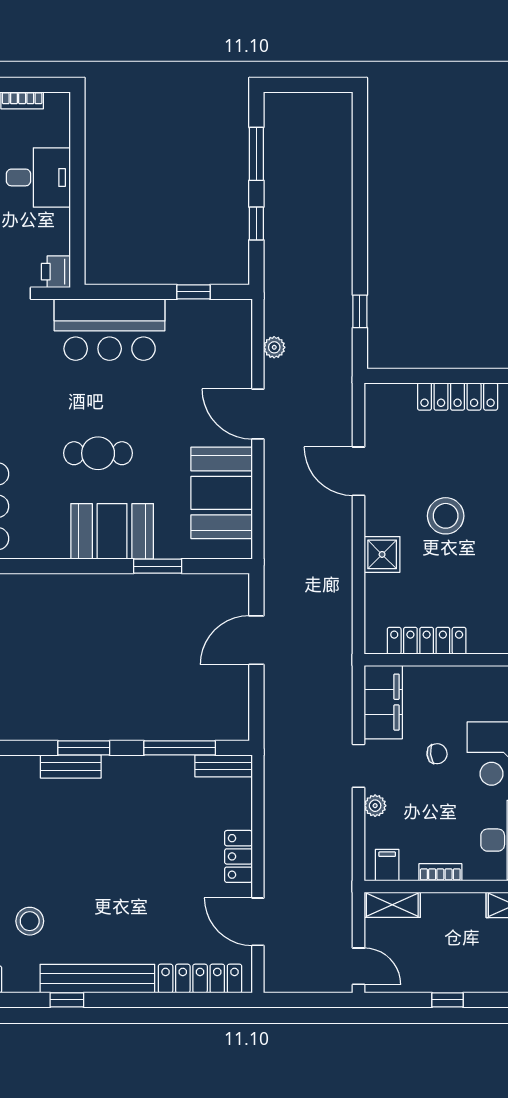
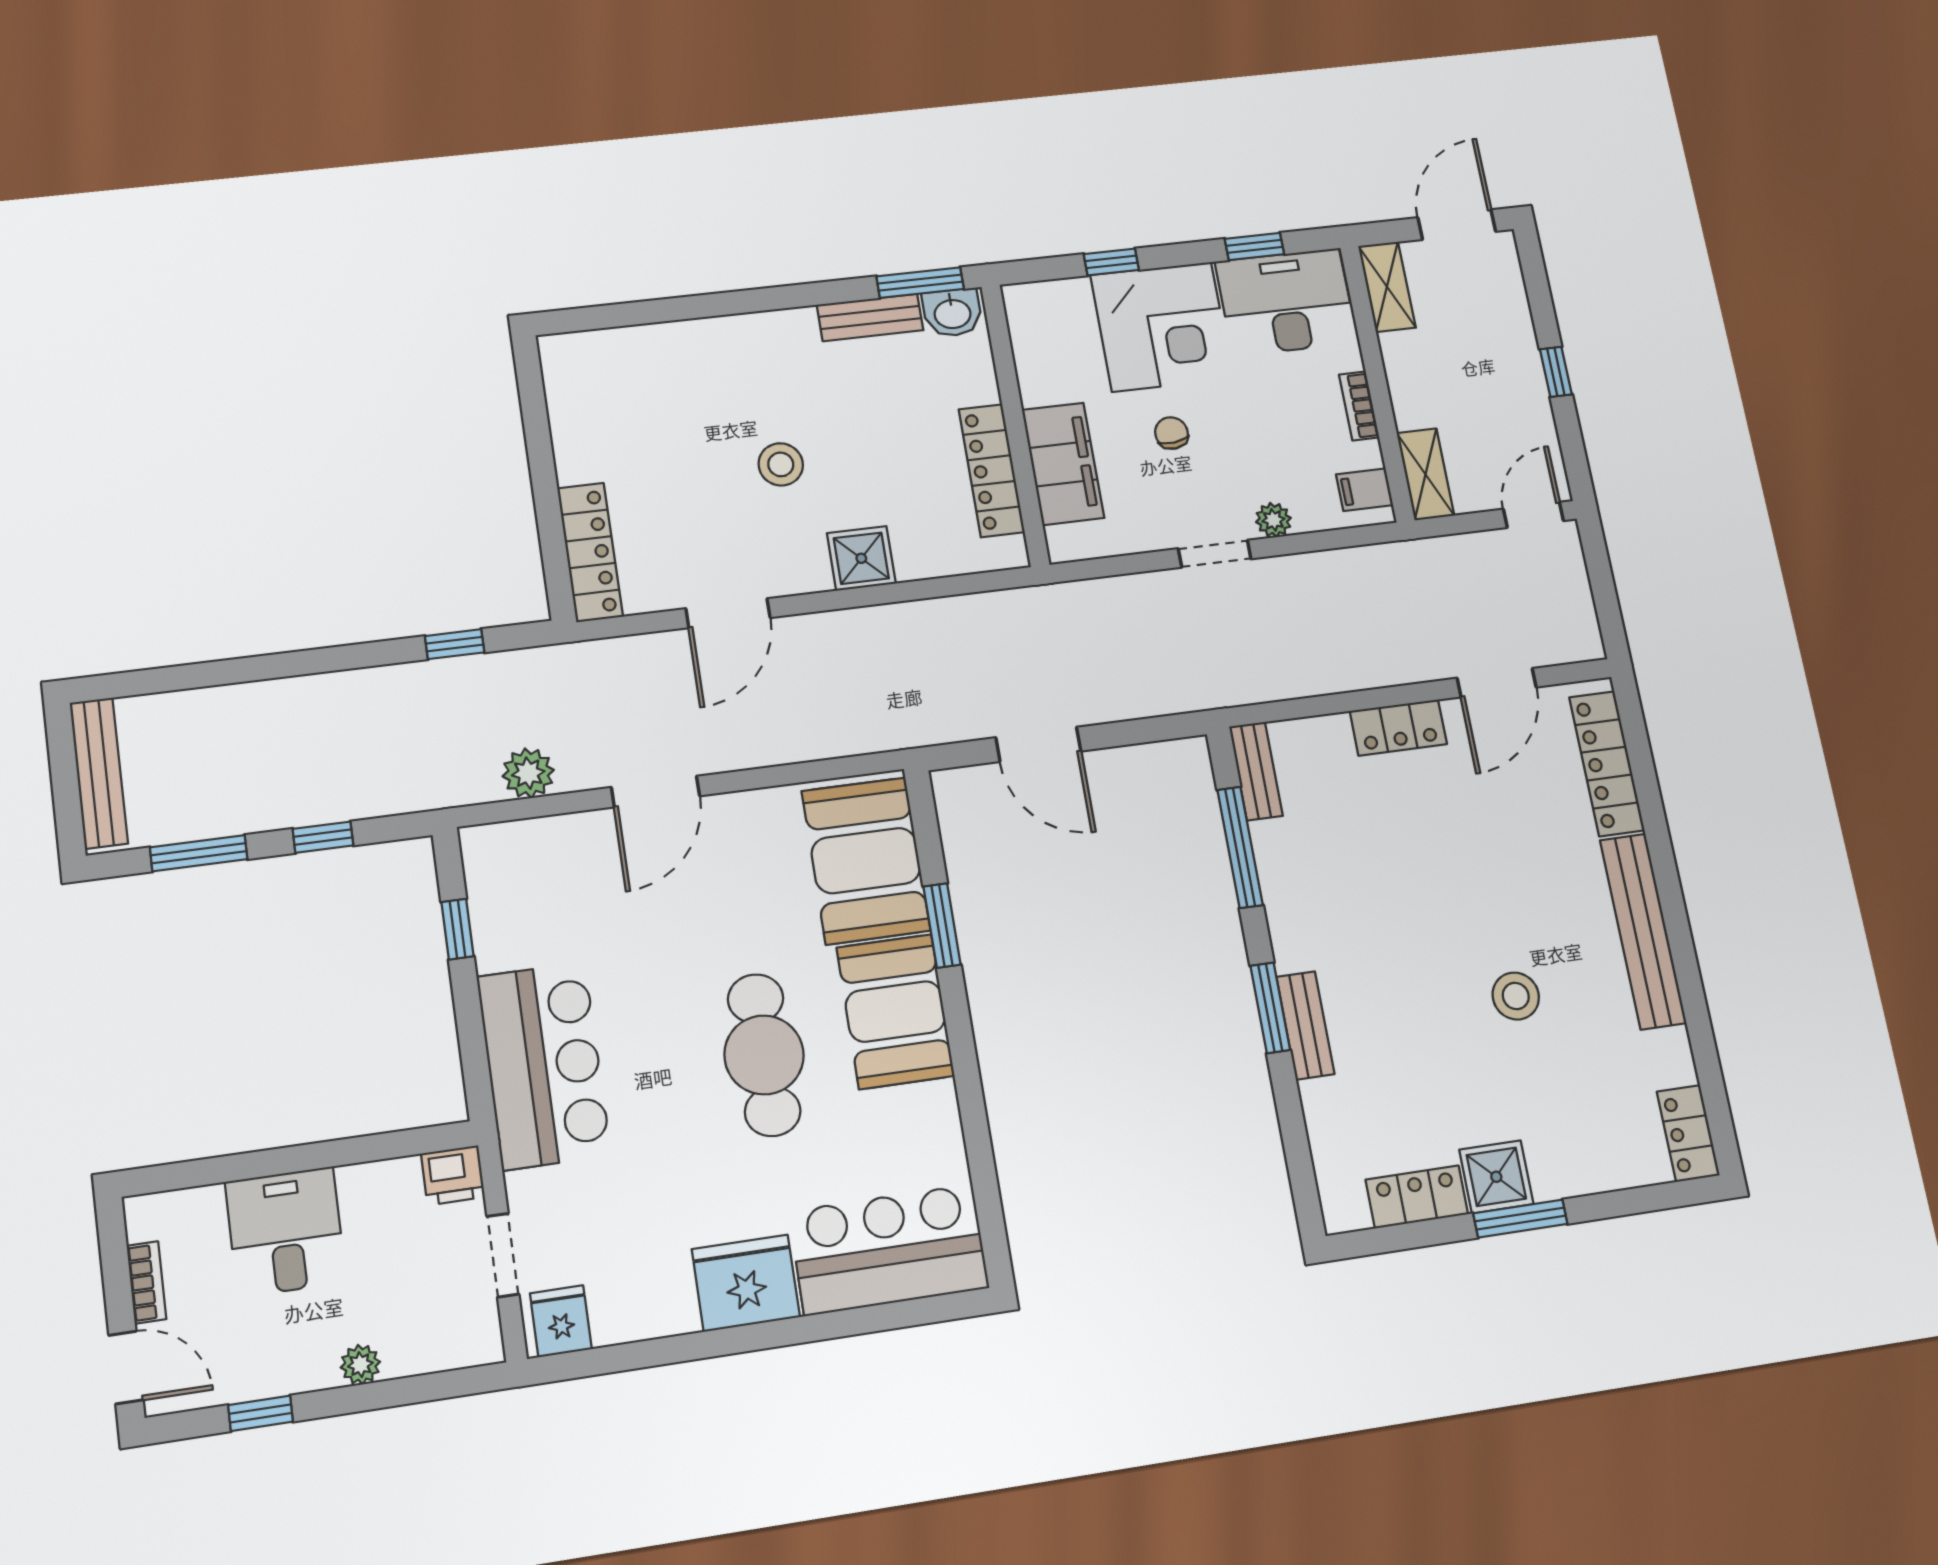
bench: (310, 104) -> (99, 773), added
plant: (274, 347) -> (528, 773), width x1.38, depth x1.38
locker: (458, 396) -> (590, 552), moved
cafe table: (98, 453) -> (764, 1055), width x1.37, depth x1.35
booth: (222, 493) -> (866, 861), moved, turned 90
stool: (446, 516) -> (781, 464), width x0.73, depth x0.73
filing cabinet: (383, 702) -> (1063, 464), moved, turned 90
stool: (30, 921) -> (1516, 996), moved
window: (67, 1000) -> (1688, 977), removed

